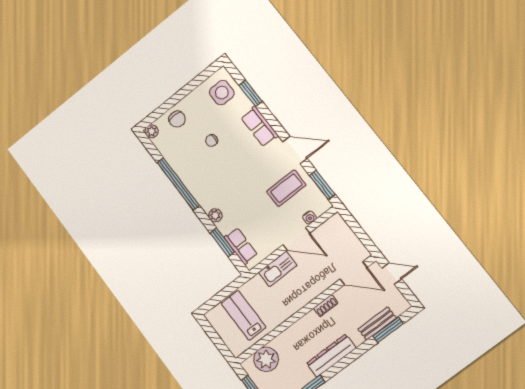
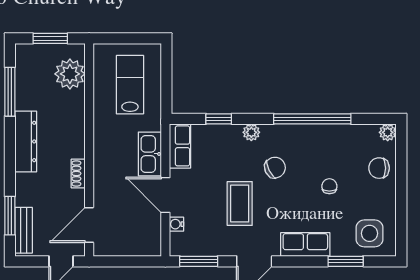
chair: (226, 183) -> (275, 168), added
coffee table: (286, 188) -> (240, 203), moved
door: (296, 239) -> (165, 195), hinge flipped
window: (222, 242) -> (219, 119), width x0.67
row of seats: (241, 246) -> (180, 146), moved, turned -90
lab bench: (244, 315) -> (130, 85), turned -90
bench: (377, 324) -> (24, 230), moved

